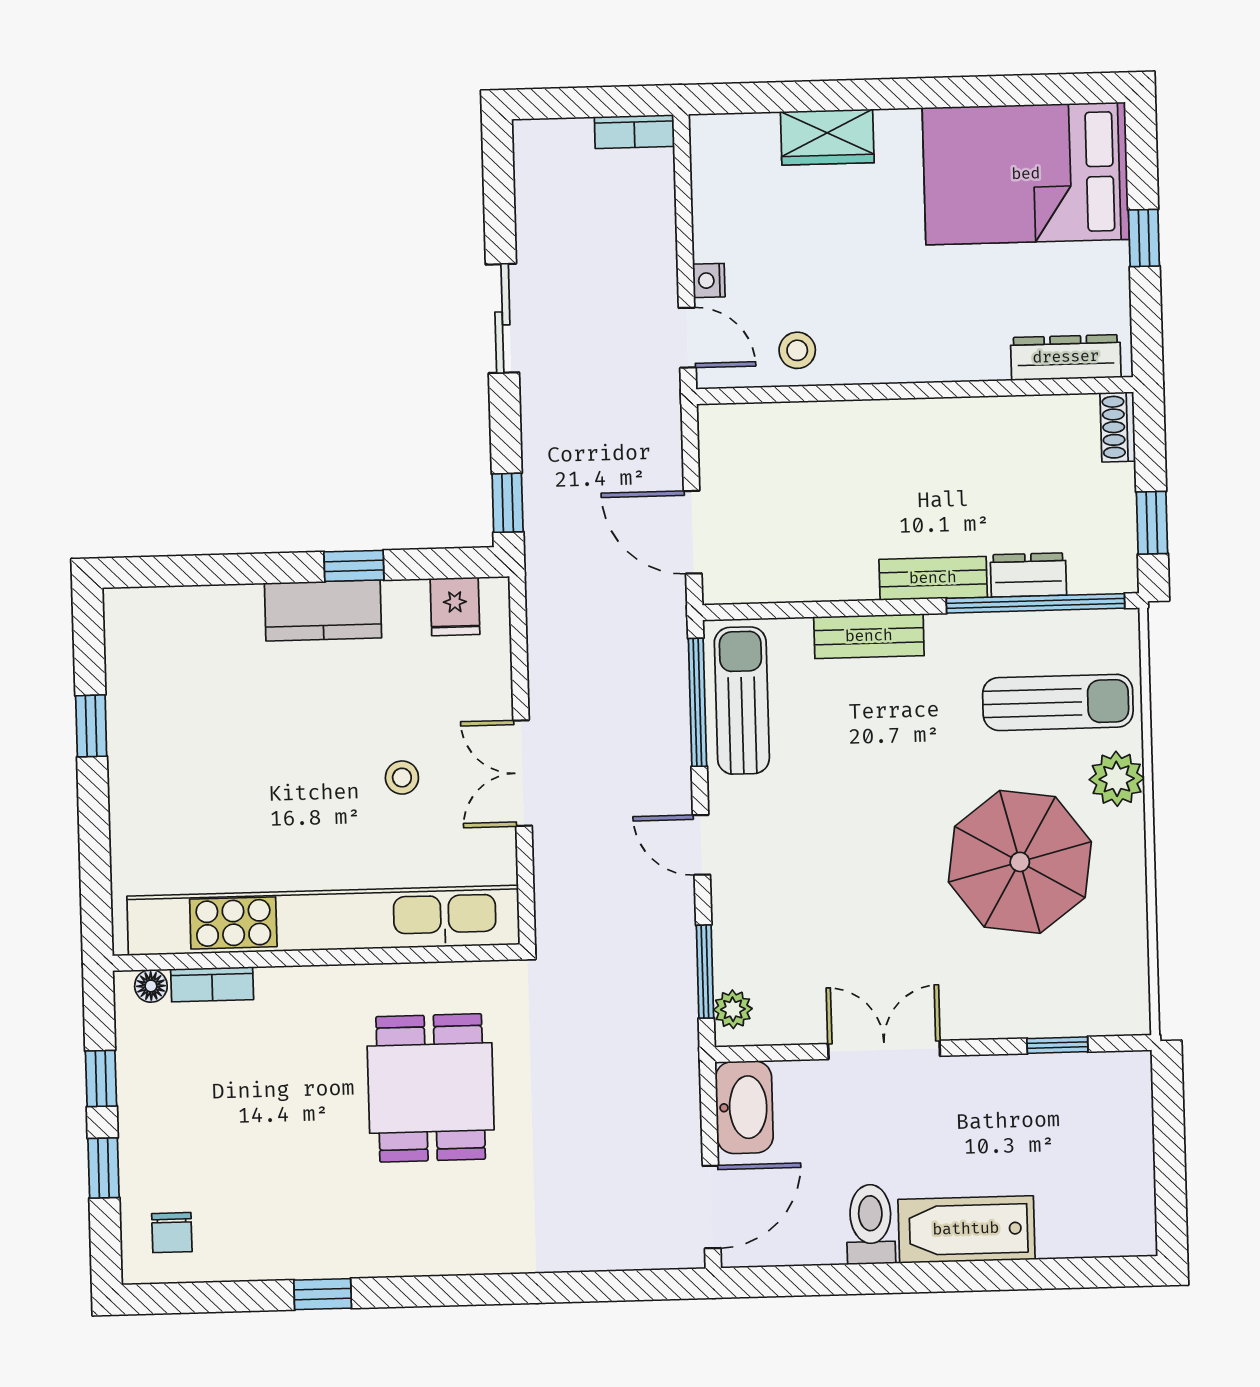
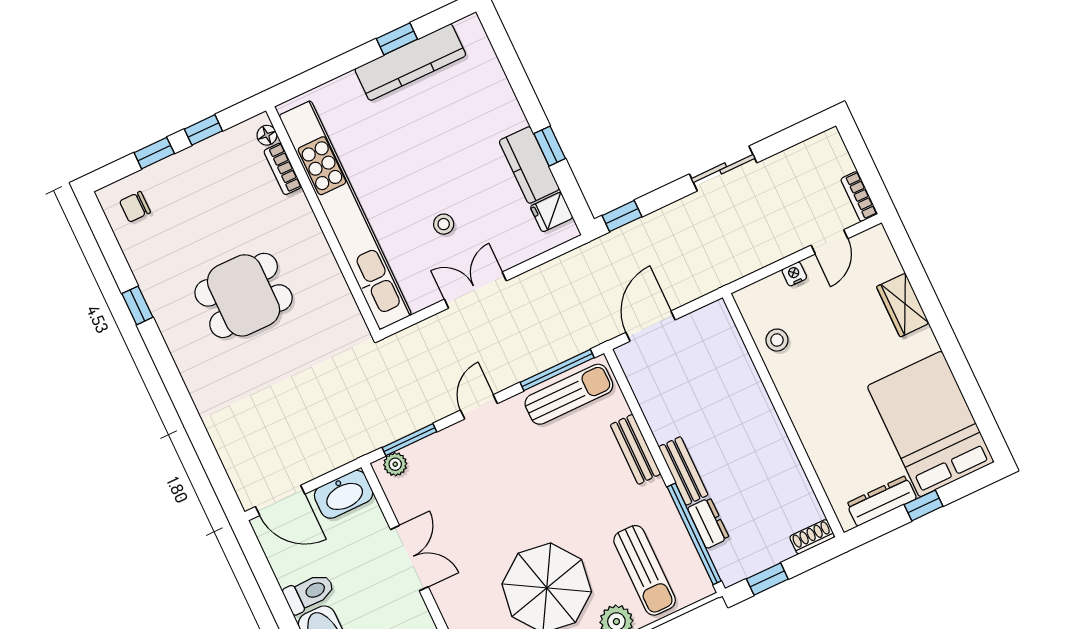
door: (687, 338) -> (829, 242), moved
dresser: (1066, 357) -> (882, 501), moved, turned -90
kitchen counter: (323, 610) -> (529, 165), moved
kitchen counter: (135, 721) -> (410, 62), added
dining table: (431, 1088) -> (244, 295), moved

